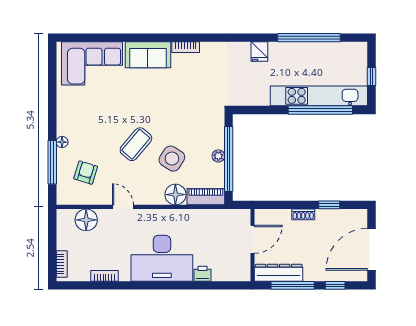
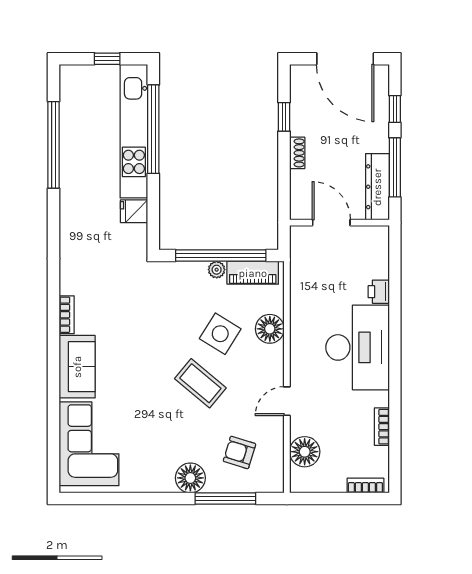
fridge: (259, 51) -> (134, 211), moved, turned 180
floor lamp: (62, 142) -> (190, 478), width x1.89, depth x1.89
piano: (206, 197) -> (253, 273), moved, turned -90

